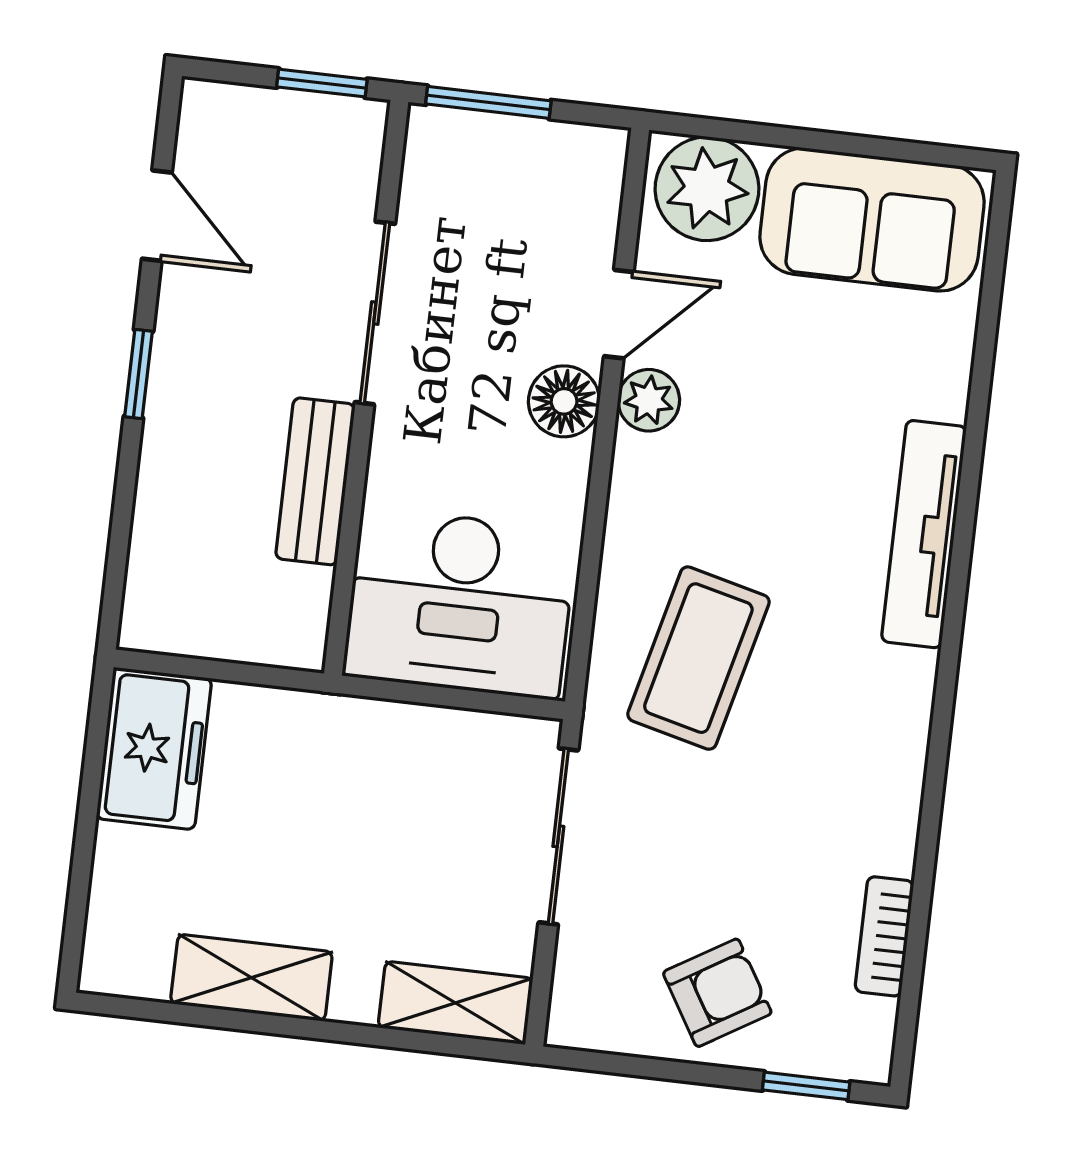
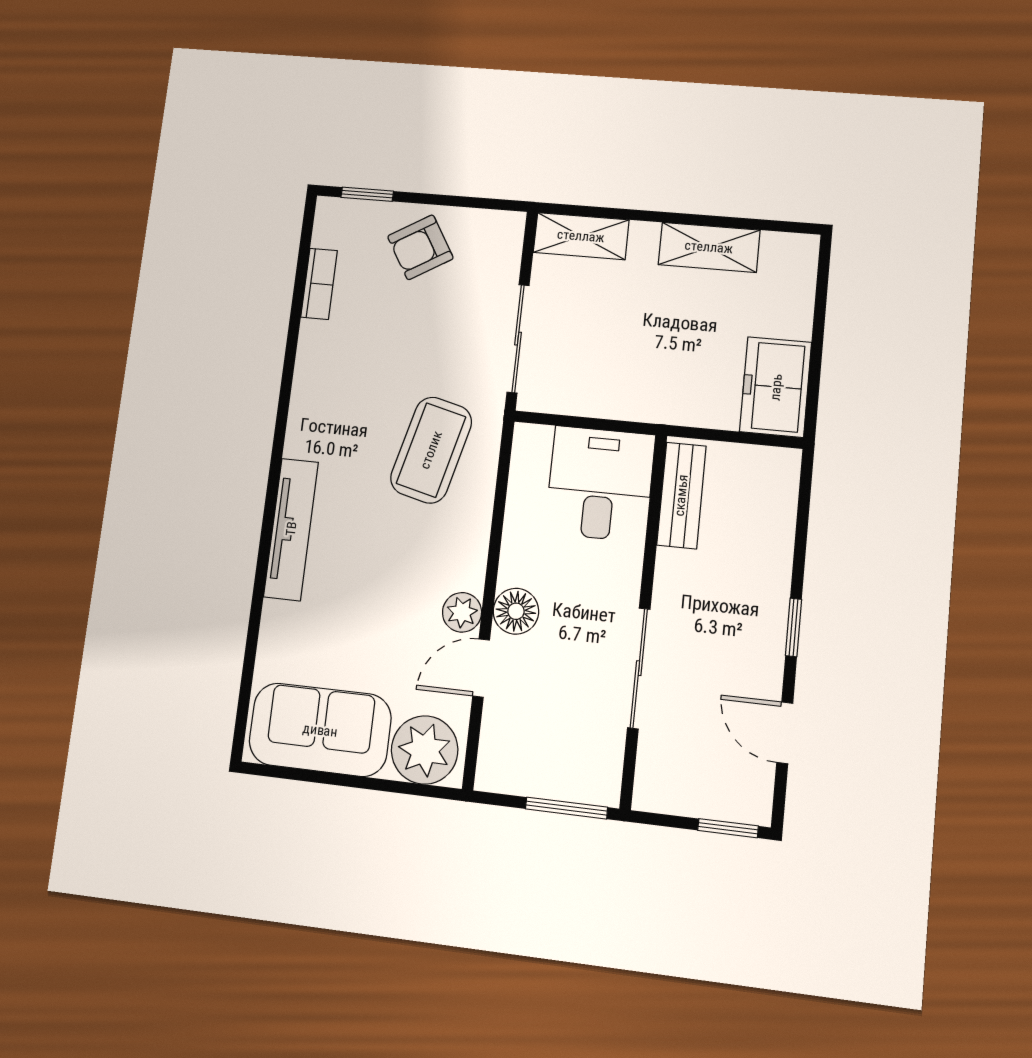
window: (322, 83) -> (728, 828), moved
bench: (315, 481) -> (681, 495), moved
desk: (460, 603) -> (600, 484), width x0.73

